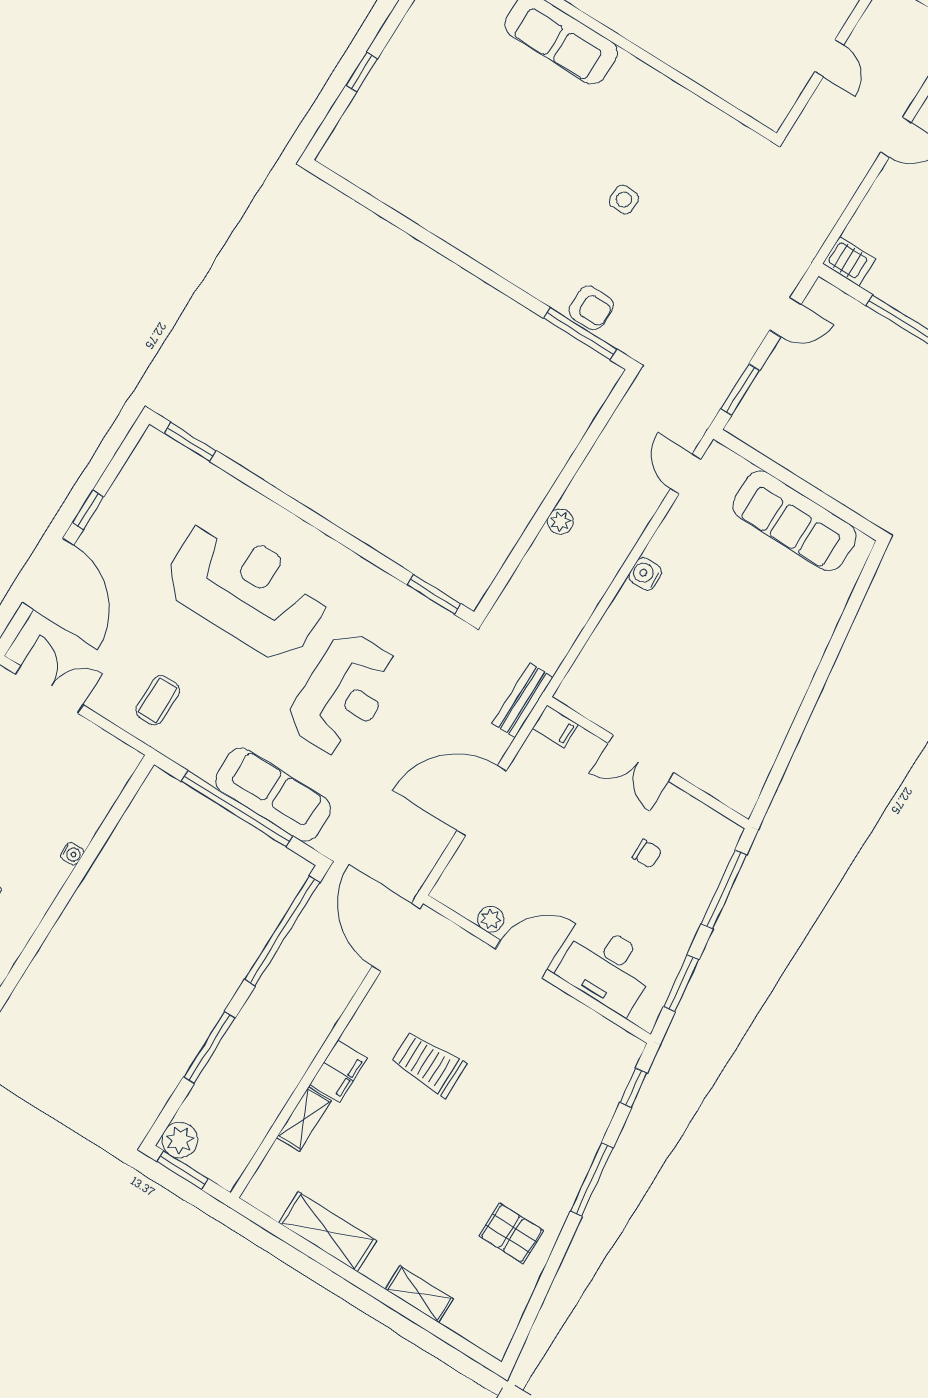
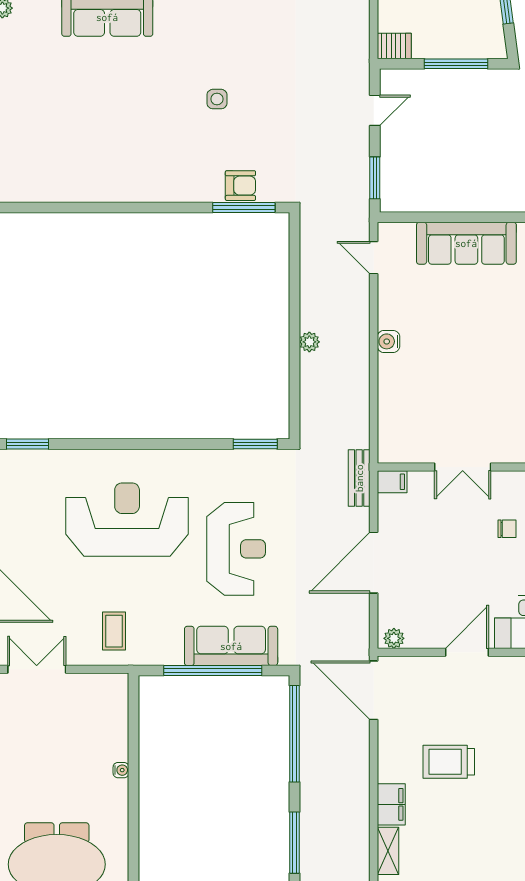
plant: (491, 919) -> (394, 638), moved

